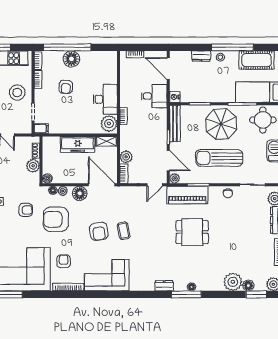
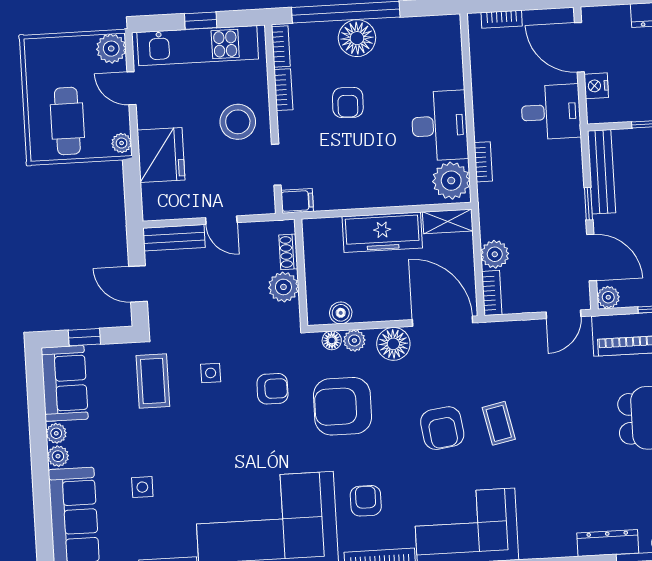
nightstand: (175, 97) -> (596, 86), moved
boiler: (47, 179) -> (341, 313), moved
dresser: (164, 286) -> (608, 543), width x1.44

